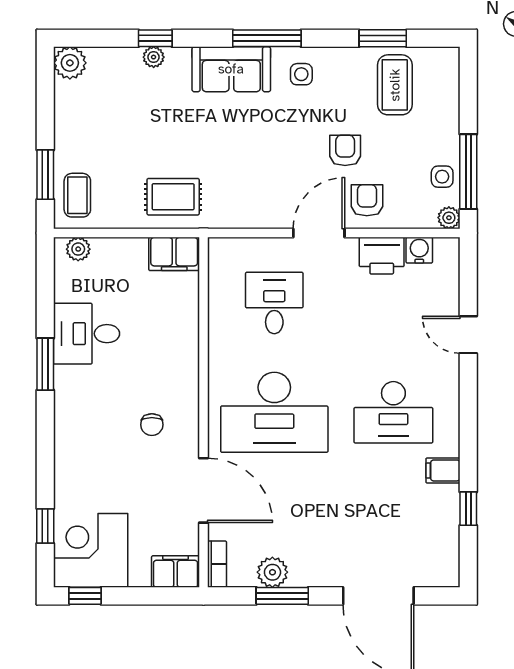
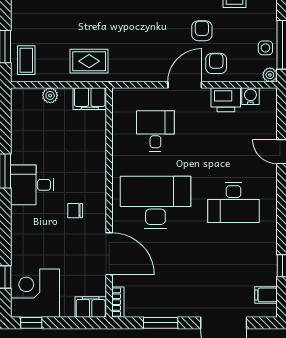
plant: (78, 249) -> (50, 95), moved
desk: (87, 334) -> (32, 185), moved
desk: (274, 412) -> (155, 203), turned 180
chair: (152, 425) -> (75, 211), turned 90
filing cabinet: (443, 470) -> (266, 295), moved
plant: (272, 572) -> (154, 307), removed

